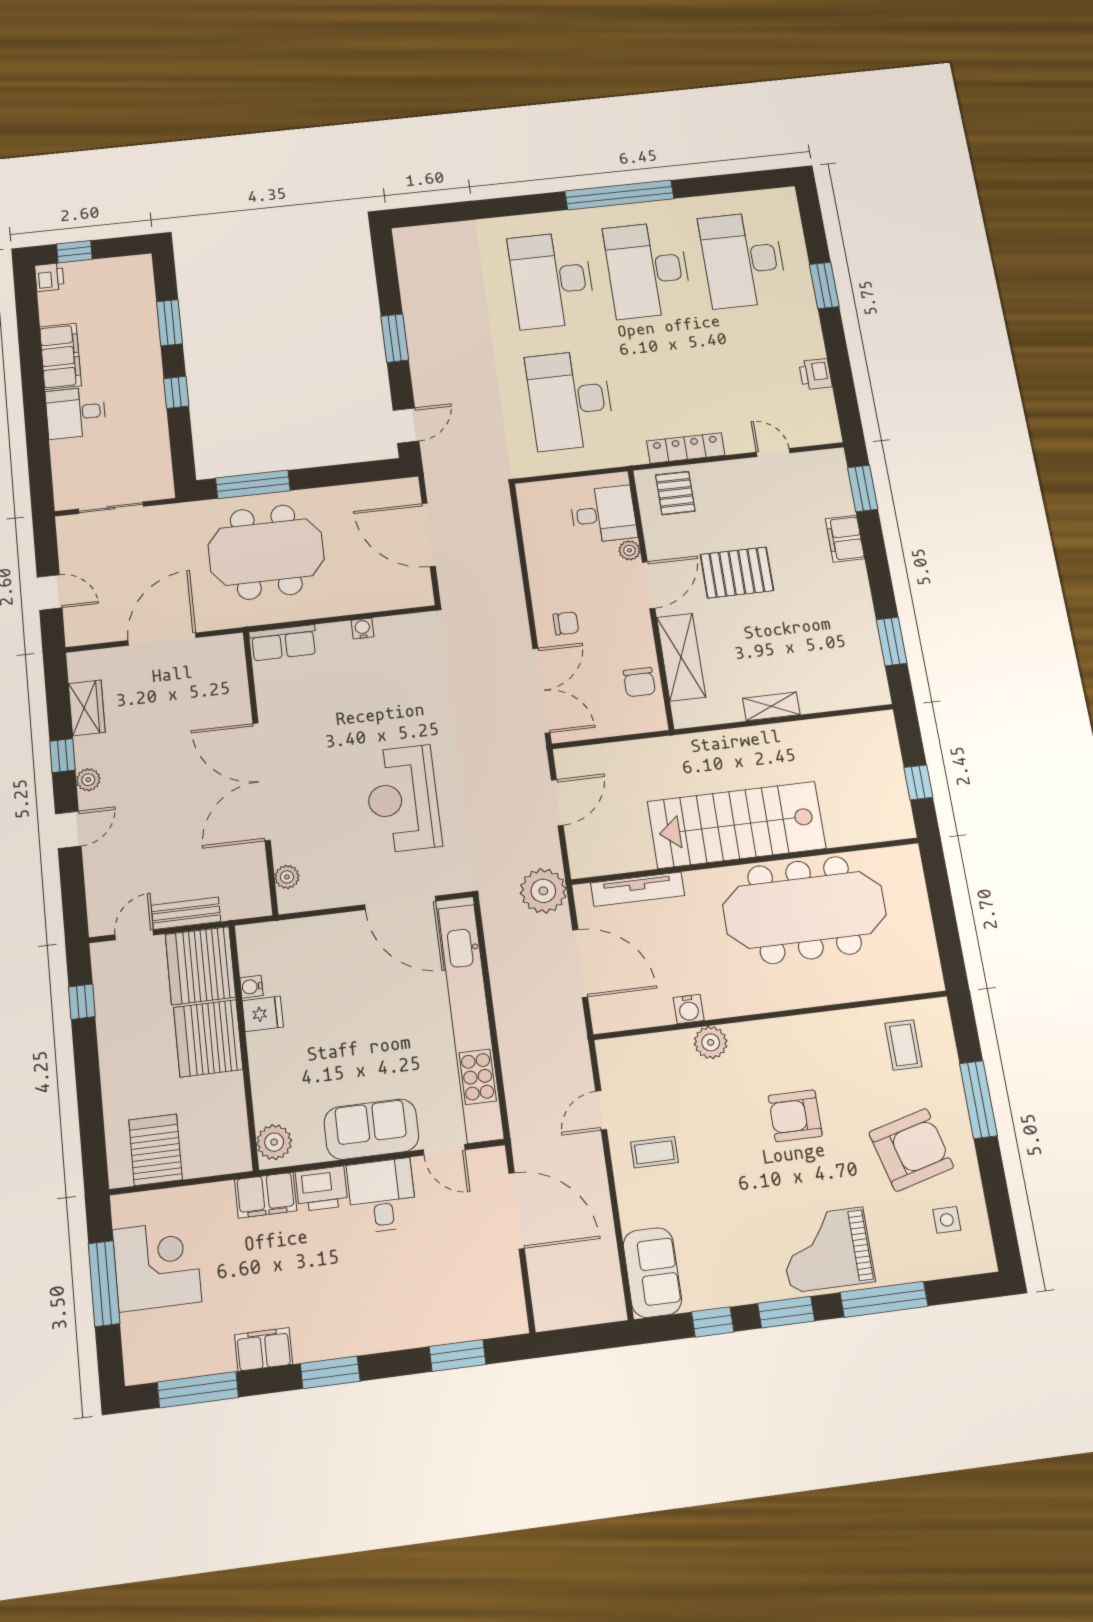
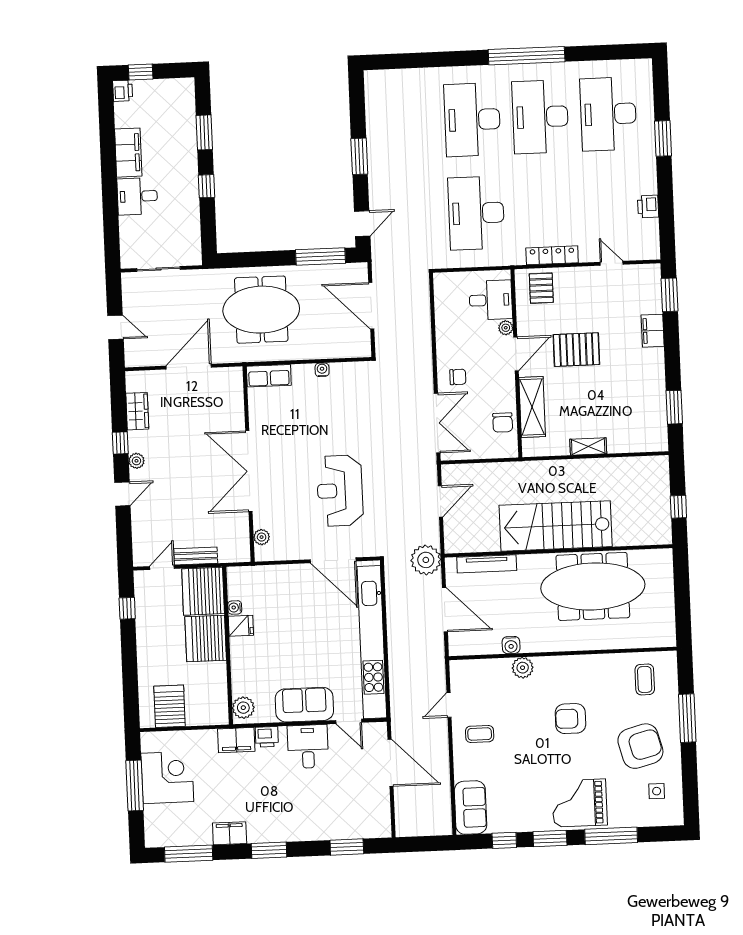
window: (253, 484) -> (320, 257), moved
printer: (322, 1189) -> (267, 737), width x0.73, depth x0.81

